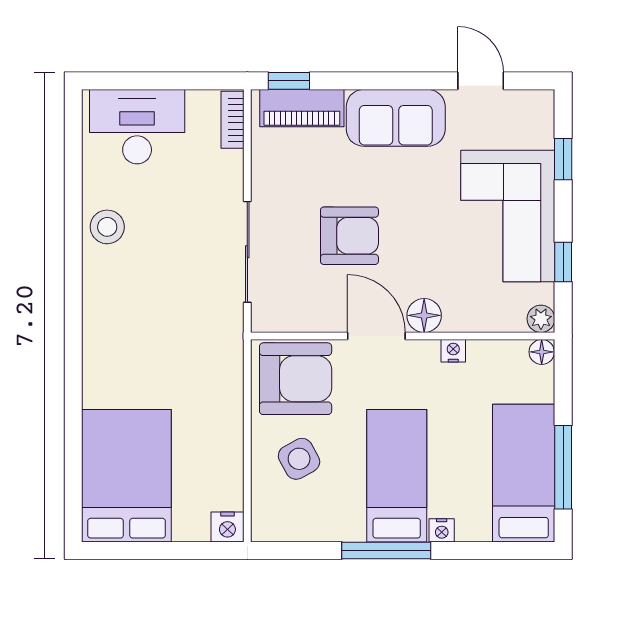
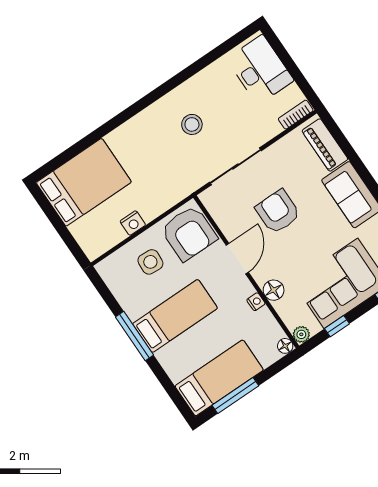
window: (289, 81) -> (334, 129), removed
stool: (107, 227) -> (192, 124), moved
armchair: (349, 236) -> (278, 212), turned 180
floor lamp: (424, 315) -> (274, 290), moved
side table: (299, 459) -> (150, 262), turned 33
nightstand: (227, 527) -> (133, 223), moved, turned -90
nightstand: (442, 530) -> (163, 357), removed

